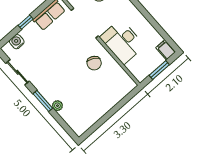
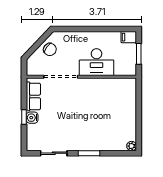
water cooler: (17, 42) -> (32, 118), moved
chair: (94, 63) -> (94, 95), removed
plant: (57, 106) -> (132, 146), moved

